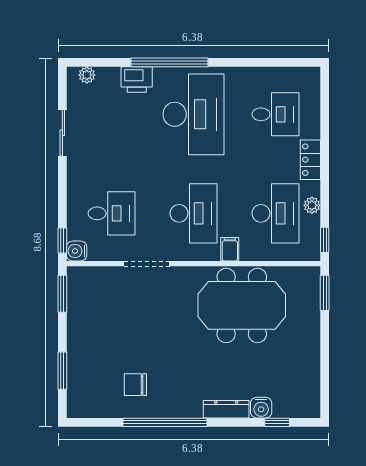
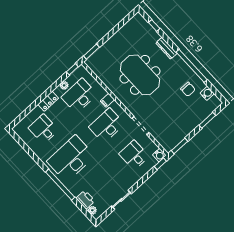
printer: (137, 79) -> (85, 200), moved
meeting table: (242, 305) -> (140, 75), moved
water cooler: (261, 408) -> (207, 93), moved

